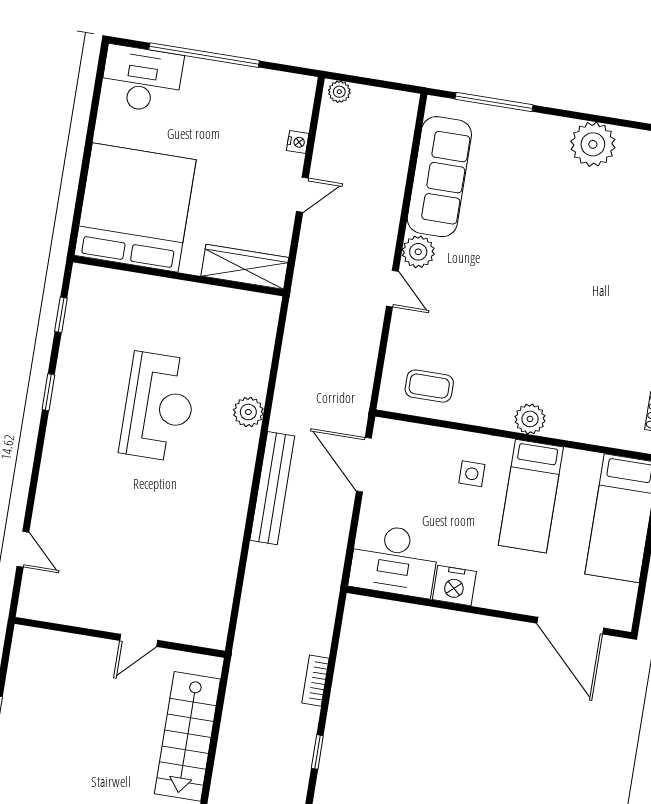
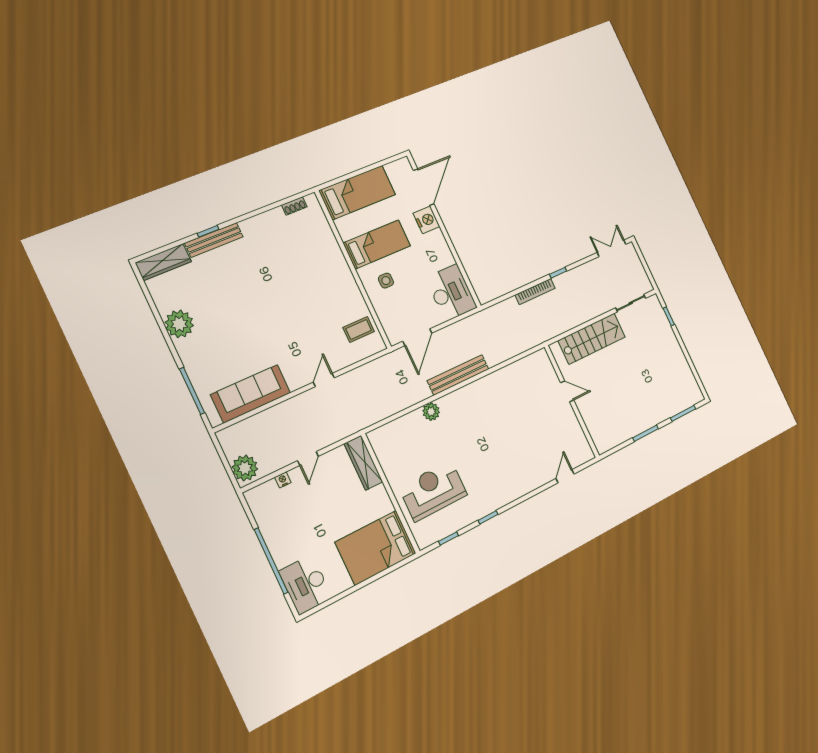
plant: (339, 92) -> (245, 468), width x1.88, depth x1.88
door: (302, 195) -> (308, 459), swing flipped
bed: (135, 207) -> (376, 548), width x0.73
plant: (418, 252) -> (296, 379), removed
coffee table: (429, 386) -> (359, 329), turned 90
reception desk: (159, 407) -> (433, 491), moved
plant: (530, 419) -> (341, 268), removed
nightstand: (454, 586) -> (426, 220), moved
bookcase: (315, 681) -> (535, 292), width x1.56

